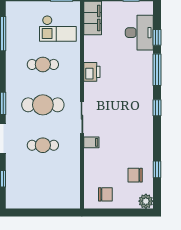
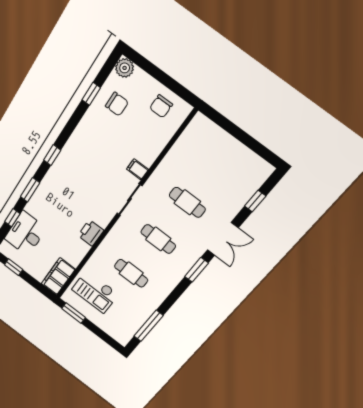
checkout: (58, 28) -> (95, 292), turned 180
window: (157, 70) -> (30, 190), width x0.69
cafe table: (43, 105) -> (158, 239), width x0.73, depth x0.74
chair: (105, 194) -> (161, 106), turned -90

